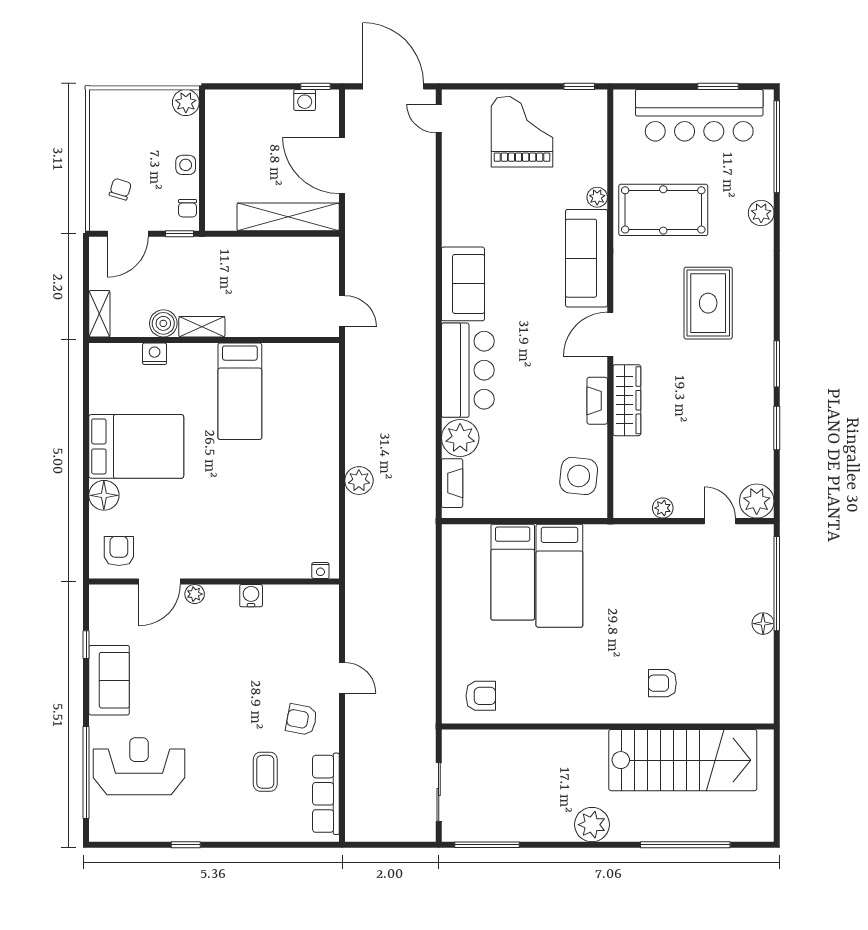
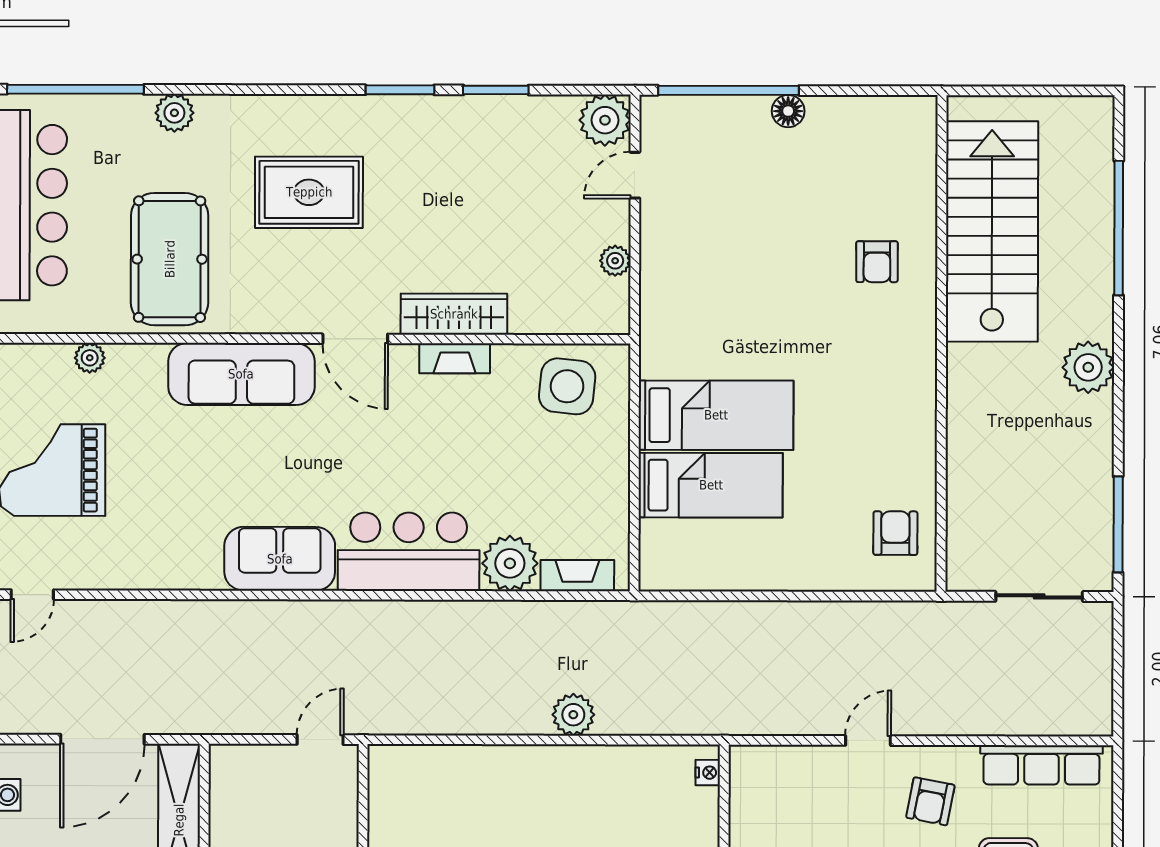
plant: (597, 197) -> (90, 358), moved

